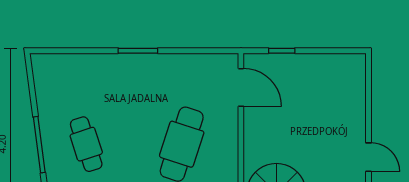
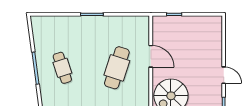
door: (241, 87) -> (151, 56), moved

